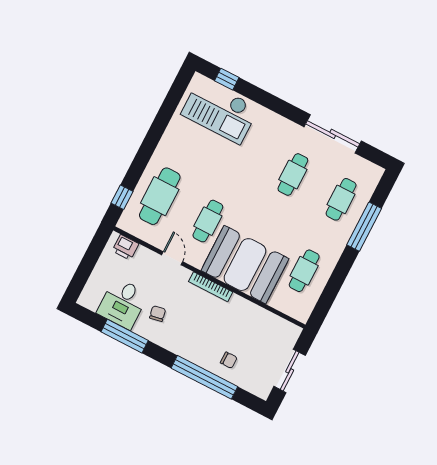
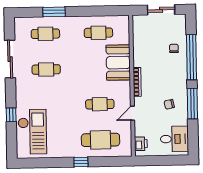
window: (227, 79) -> (11, 115), moved
window: (122, 197) -> (81, 162), moved
window: (364, 227) -> (54, 12), width x0.69
booth: (245, 265) -> (118, 63), width x0.73, depth x0.70
desk: (123, 303) -> (174, 139), moved
window: (125, 336) -> (192, 104), moved

